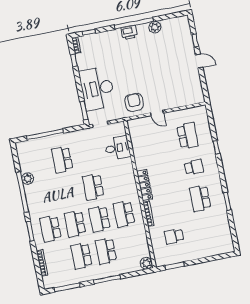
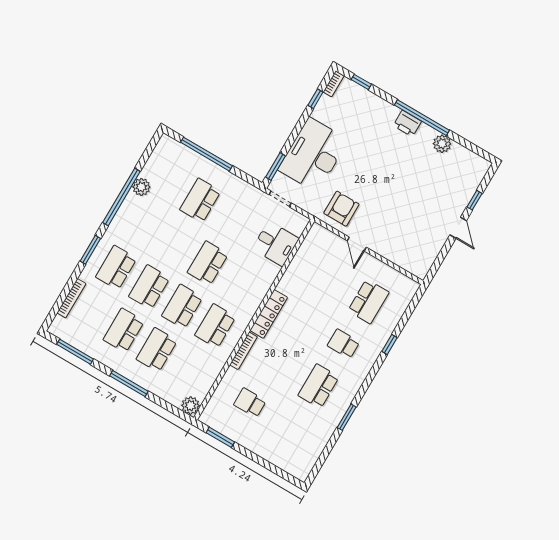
school desk: (194, 167) -> (344, 344), turned 180

